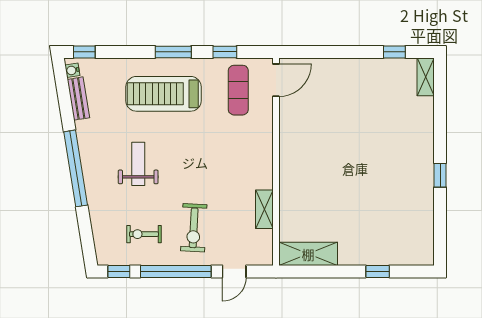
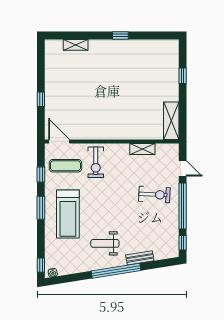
window: (394, 52) -> (41, 99), moved
shelving: (426, 77) -> (76, 45), moved
bench: (78, 99) -> (140, 258), moved
weight bench: (138, 164) -> (105, 243), moved
exercise bike: (144, 234) -> (96, 162), moved, width x1.38, depth x1.39

